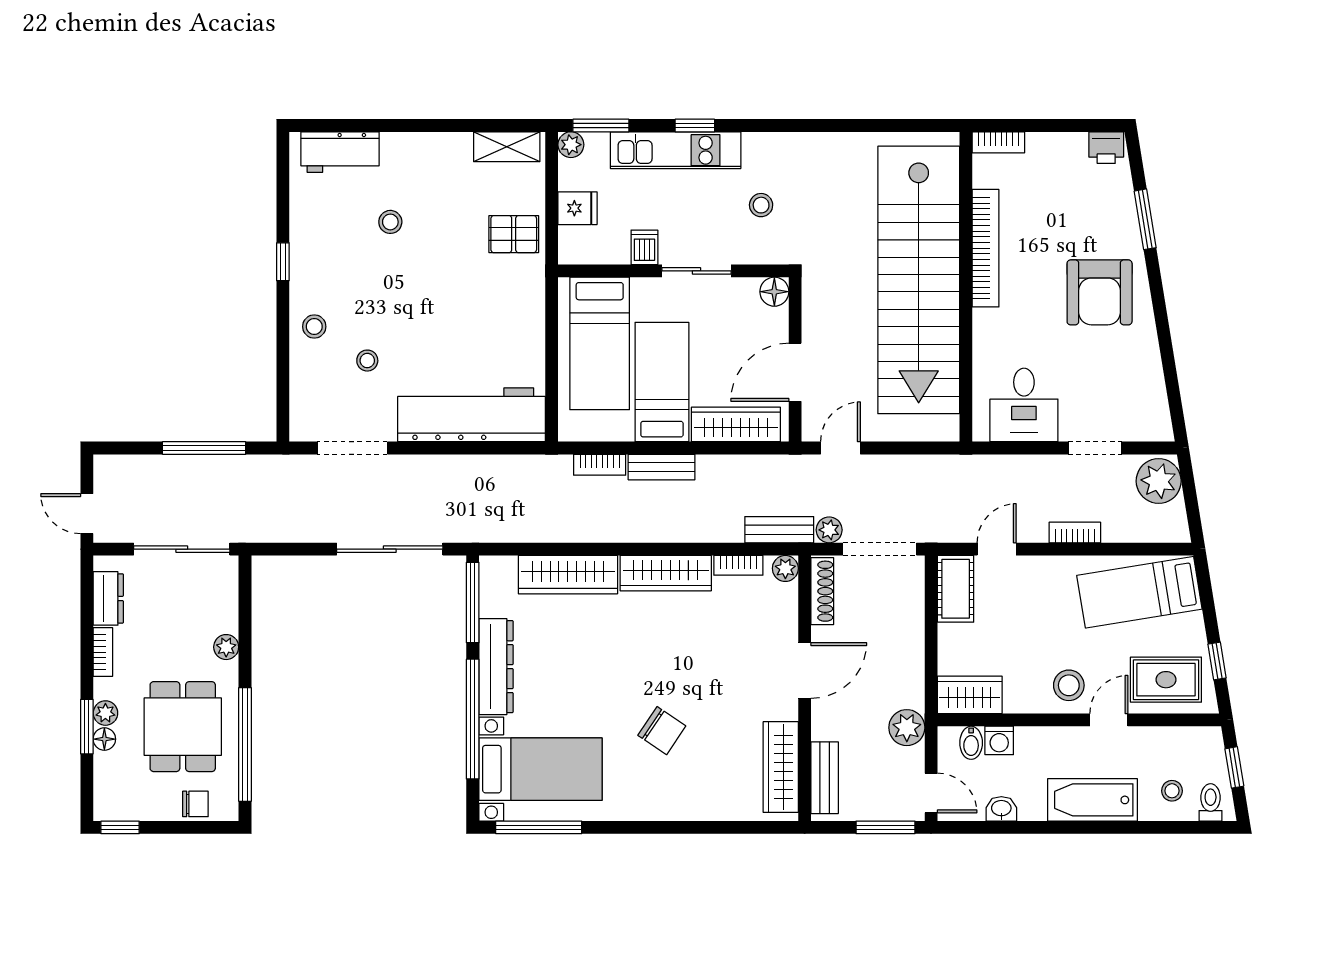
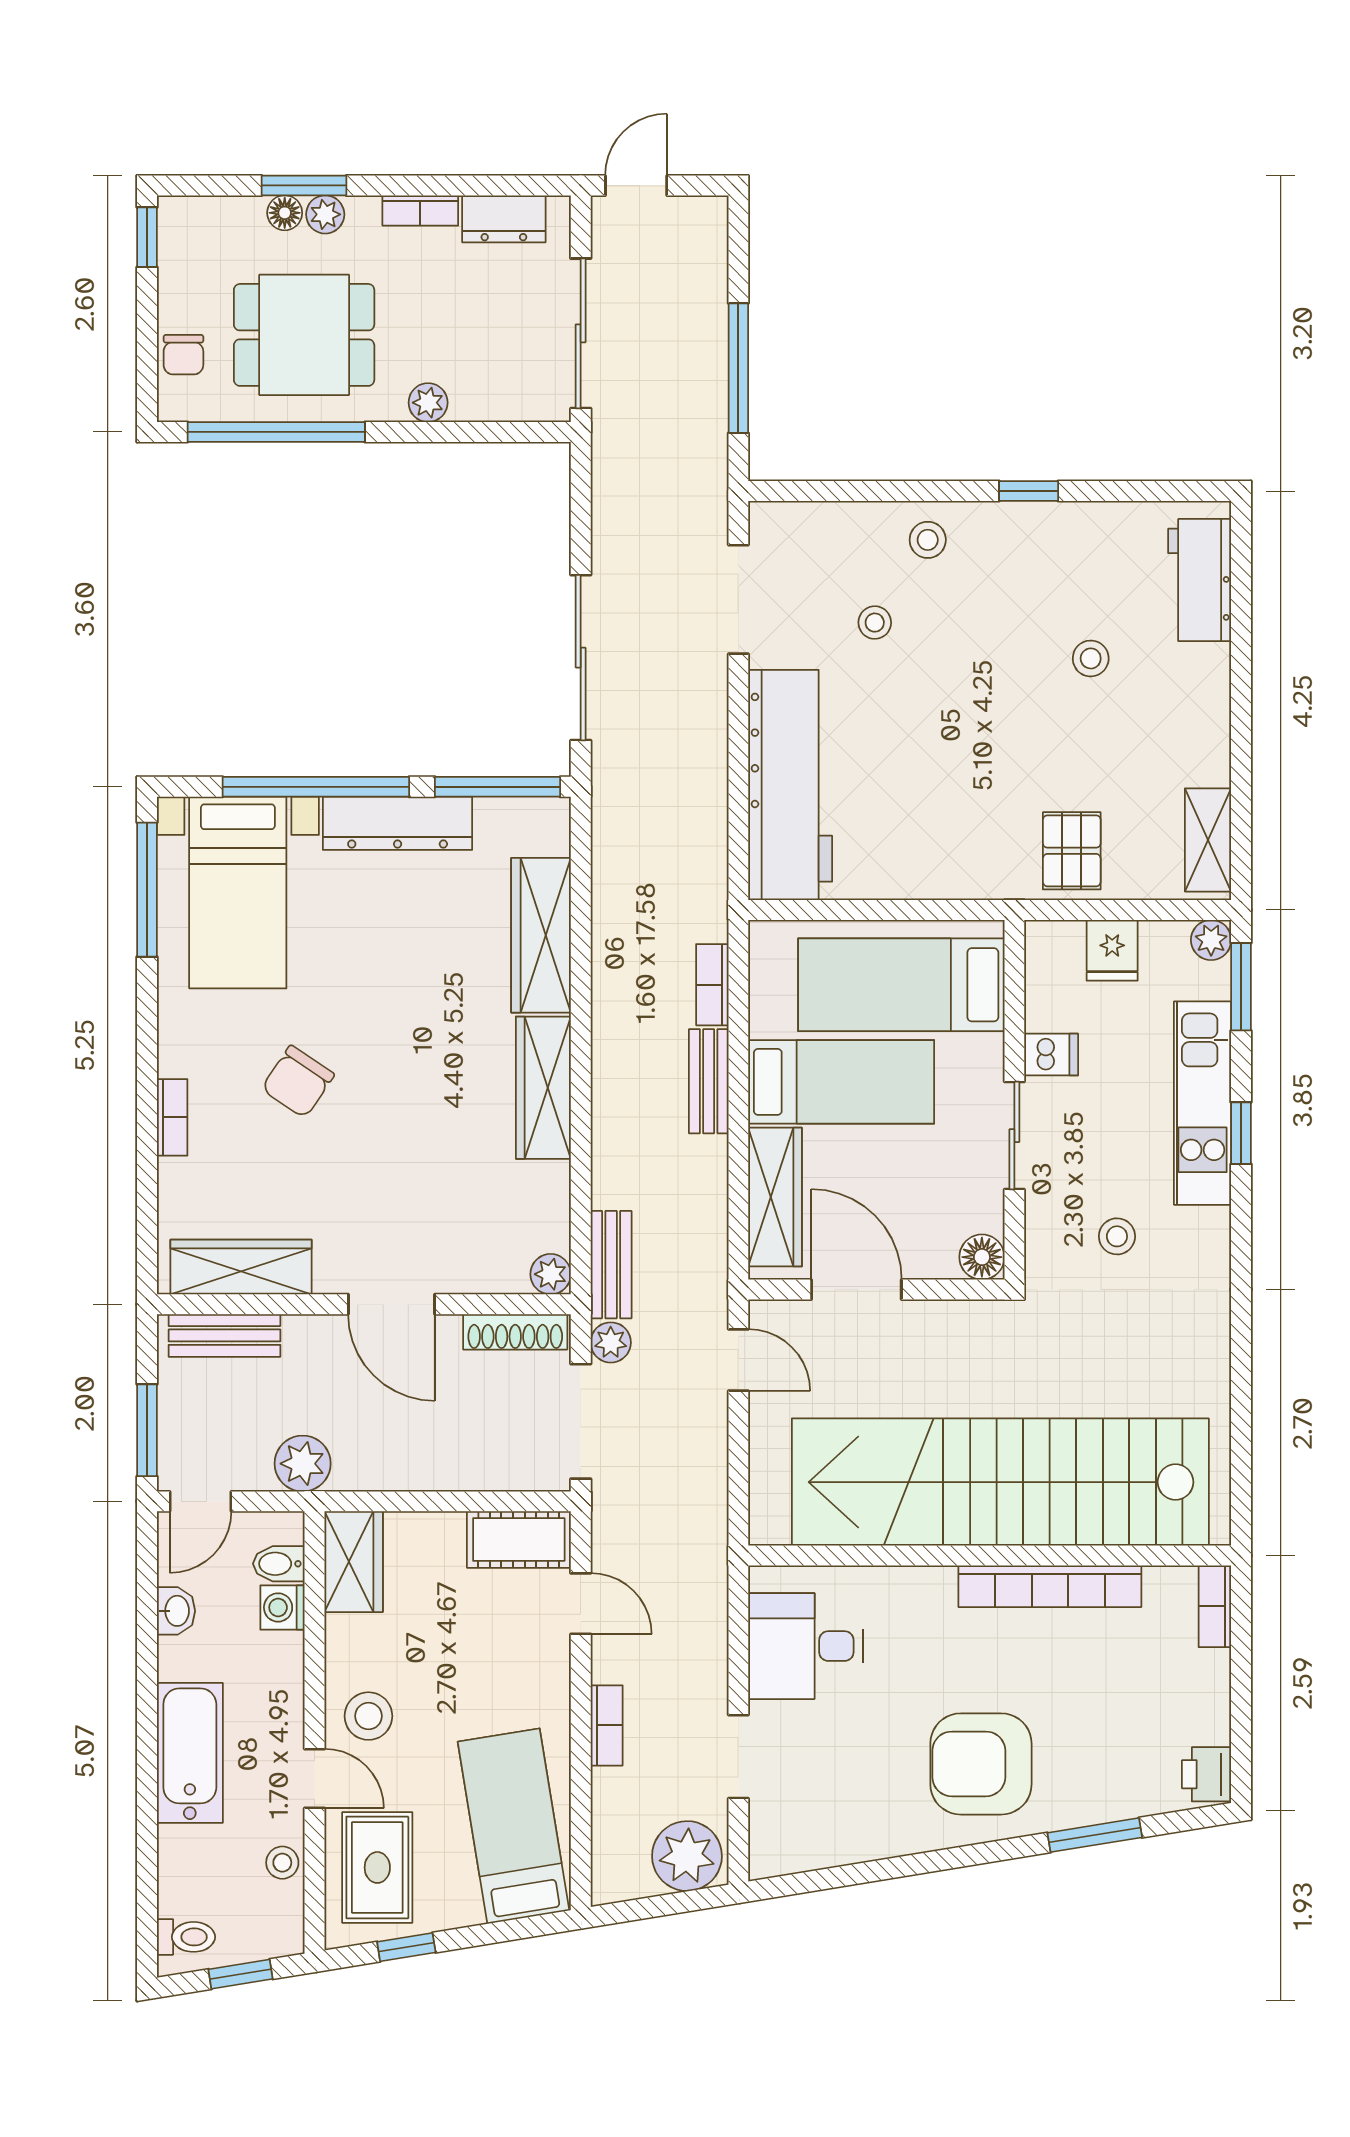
bookcase: (738, 565) -> (172, 1117), moved, turned 180
stool: (1172, 791) -> (282, 1863), moved

